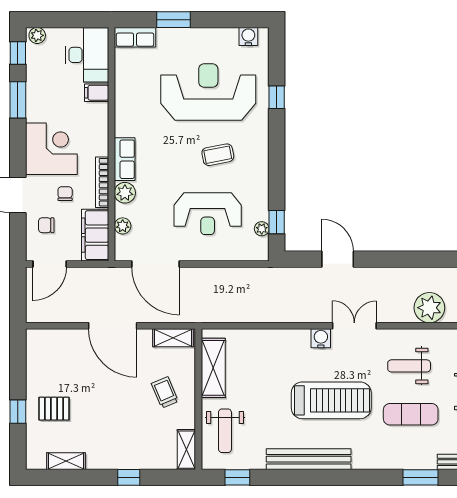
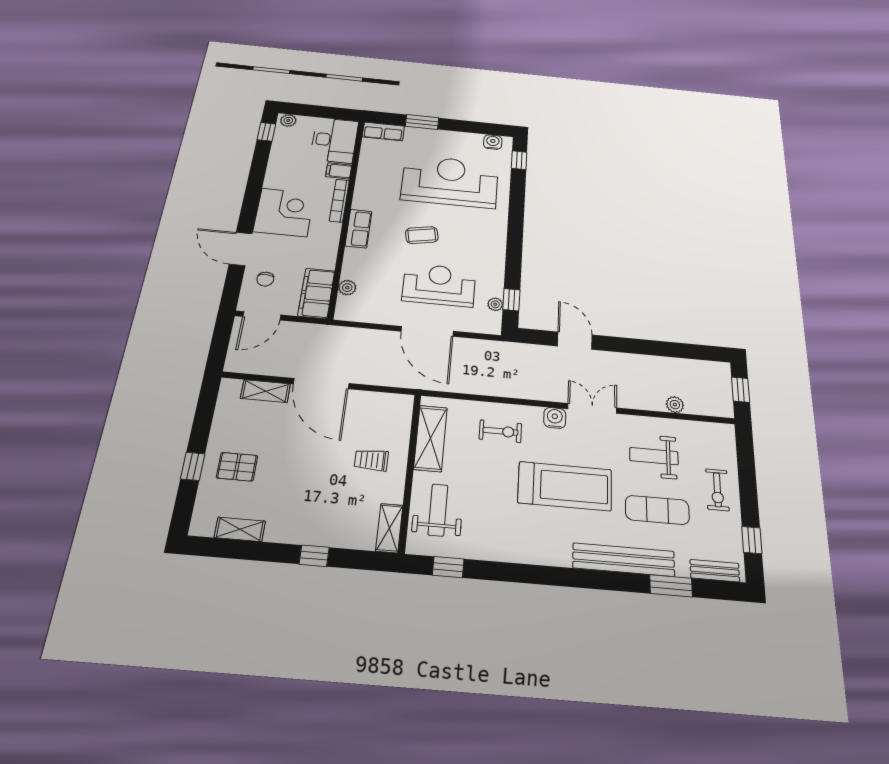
window: (277, 97) -> (519, 160), moved
window: (18, 100) -> (258, 169), removed
coffee table: (218, 155) -> (422, 235), moved
bookcase: (102, 182) -> (339, 201), moved
plant: (125, 193) -> (354, 258), removed
chair: (65, 194) -> (291, 253), removed
reception desk: (208, 214) -> (439, 285), turned 180
chair: (46, 225) -> (265, 279), turned -90
door: (155, 264) -> (427, 331), moved
plant: (429, 308) -> (675, 405), width x0.53, depth x0.53
shelving: (173, 338) -> (265, 391), moved
exercise bike: (273, 356) -> (500, 431), added
trolley: (165, 392) -> (371, 460), turned -67
weight bench: (225, 431) -> (438, 510), turned 180
bench: (309, 459) -> (624, 560), moved

